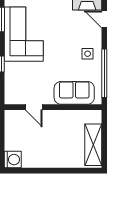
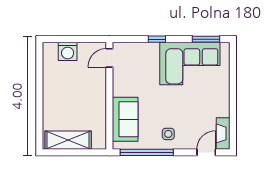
door: (34, 107) -> (109, 58), moved
washing machine: (13, 160) -> (68, 51), moved

